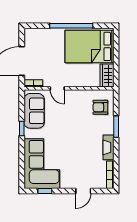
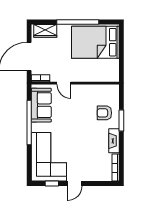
wardrobe: (107, 76) -> (45, 31), moved, turned -90
armchair: (100, 107) -> (104, 113), moved
window: (22, 129) -> (29, 122), width x3.17
door: (83, 191) -> (75, 184), moved

